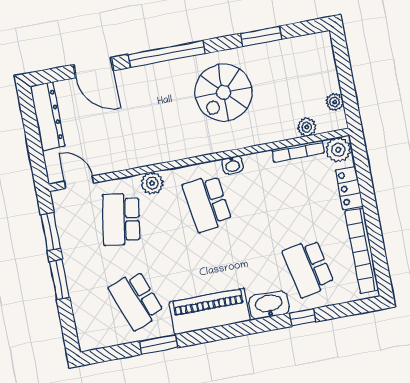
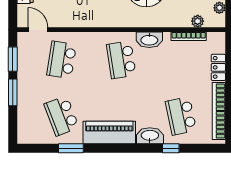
plant: (338, 150) -> (216, 40), removed
washbasin: (233, 165) -> (149, 40), width x1.91, depth x1.45
plant: (152, 183) -> (87, 39), removed

